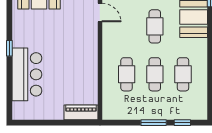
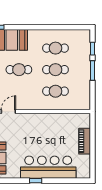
bar counter: (27, 74) -> (48, 167), width x1.36
piano: (81, 112) -> (85, 141), moved

